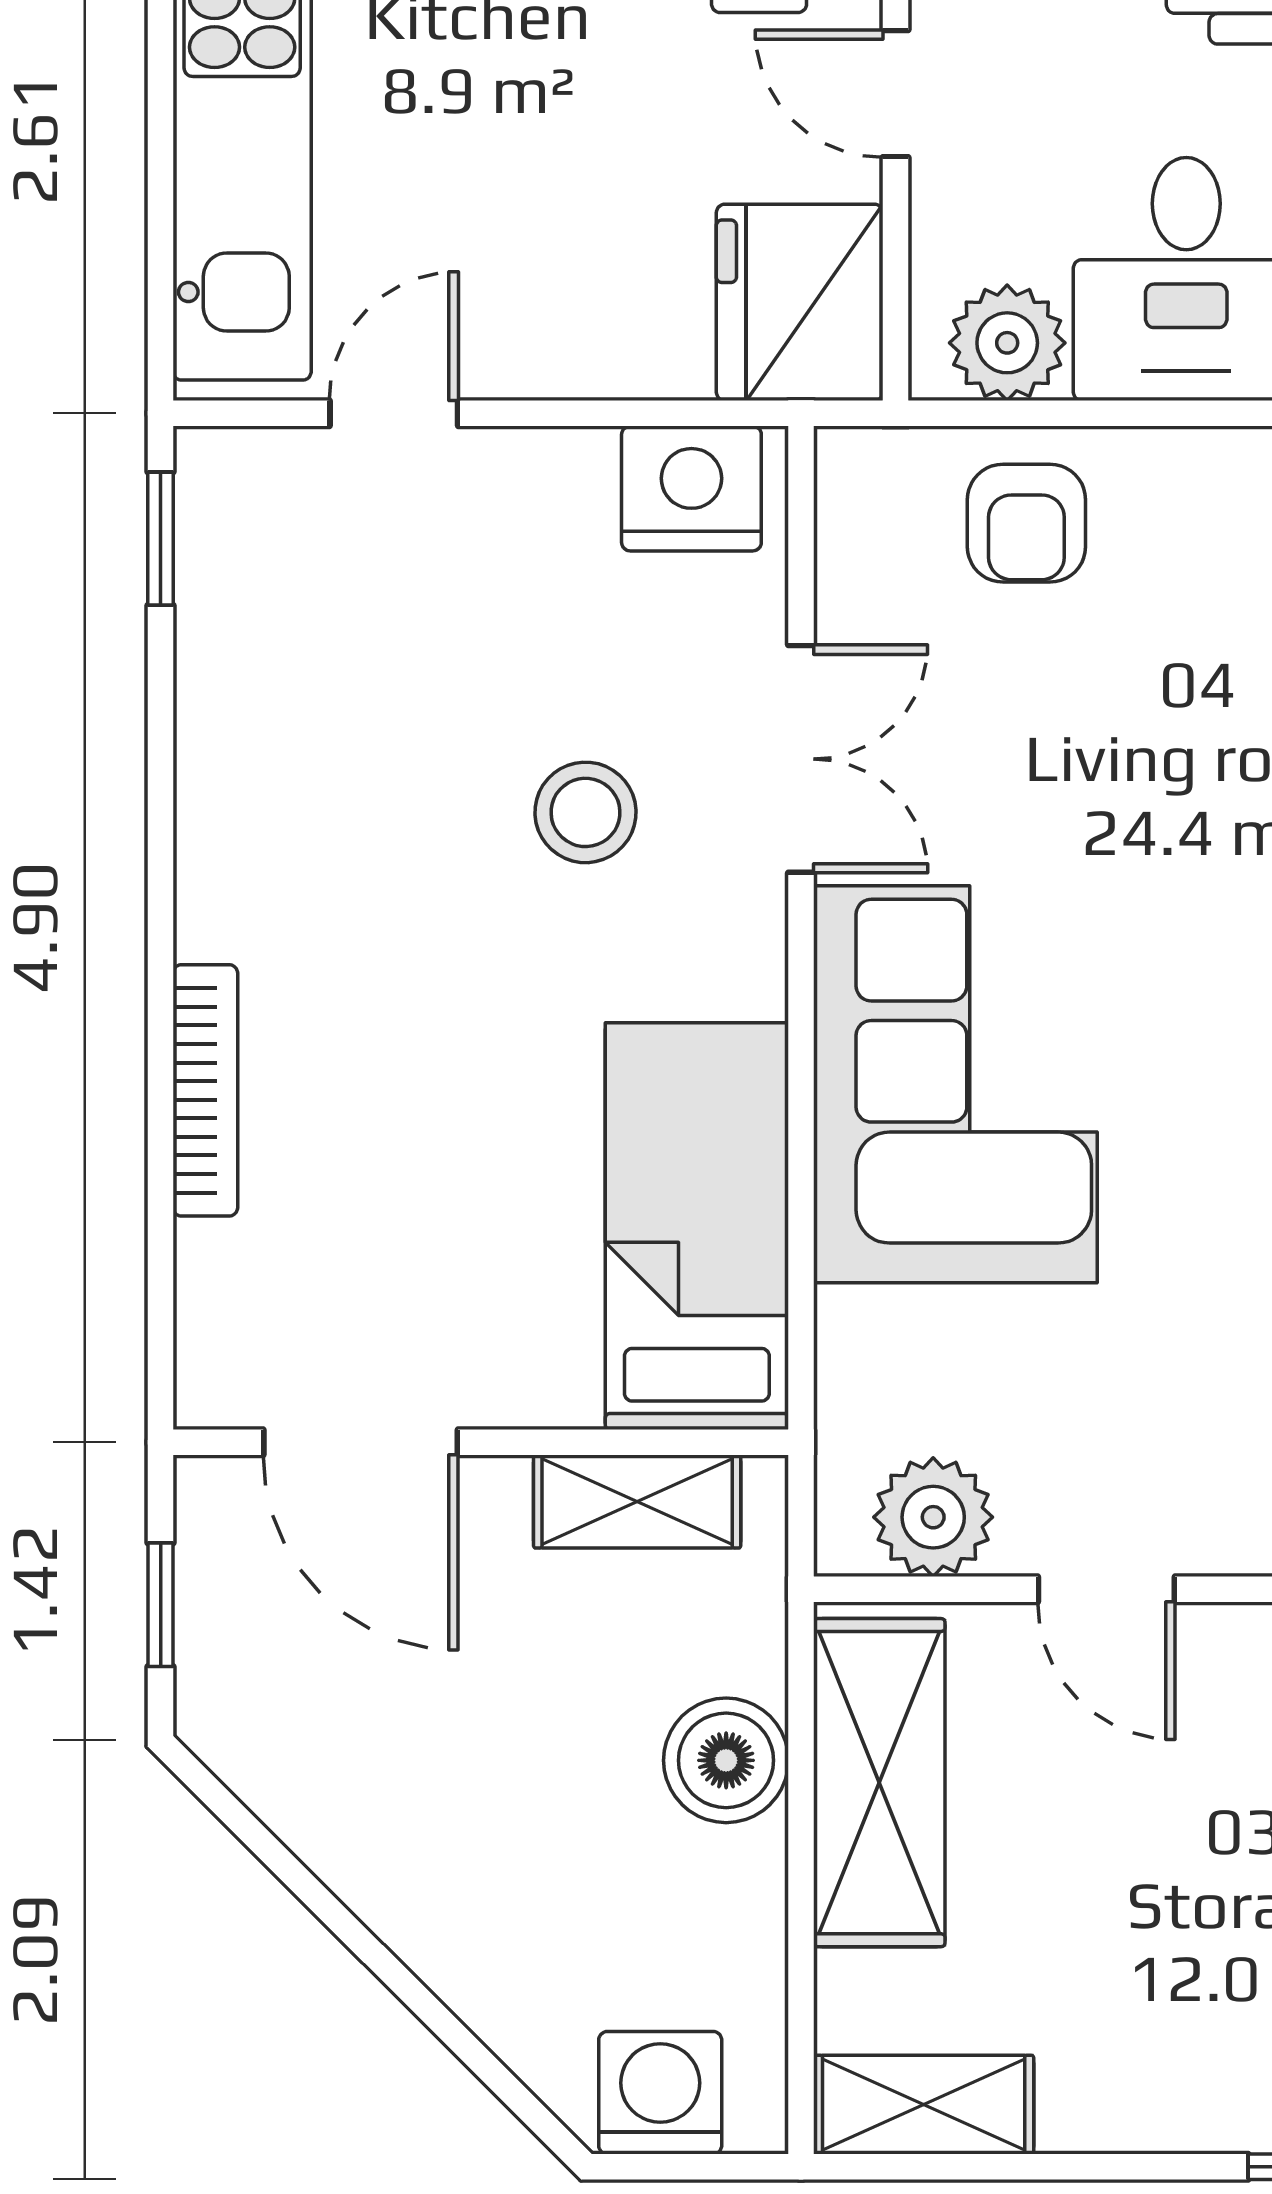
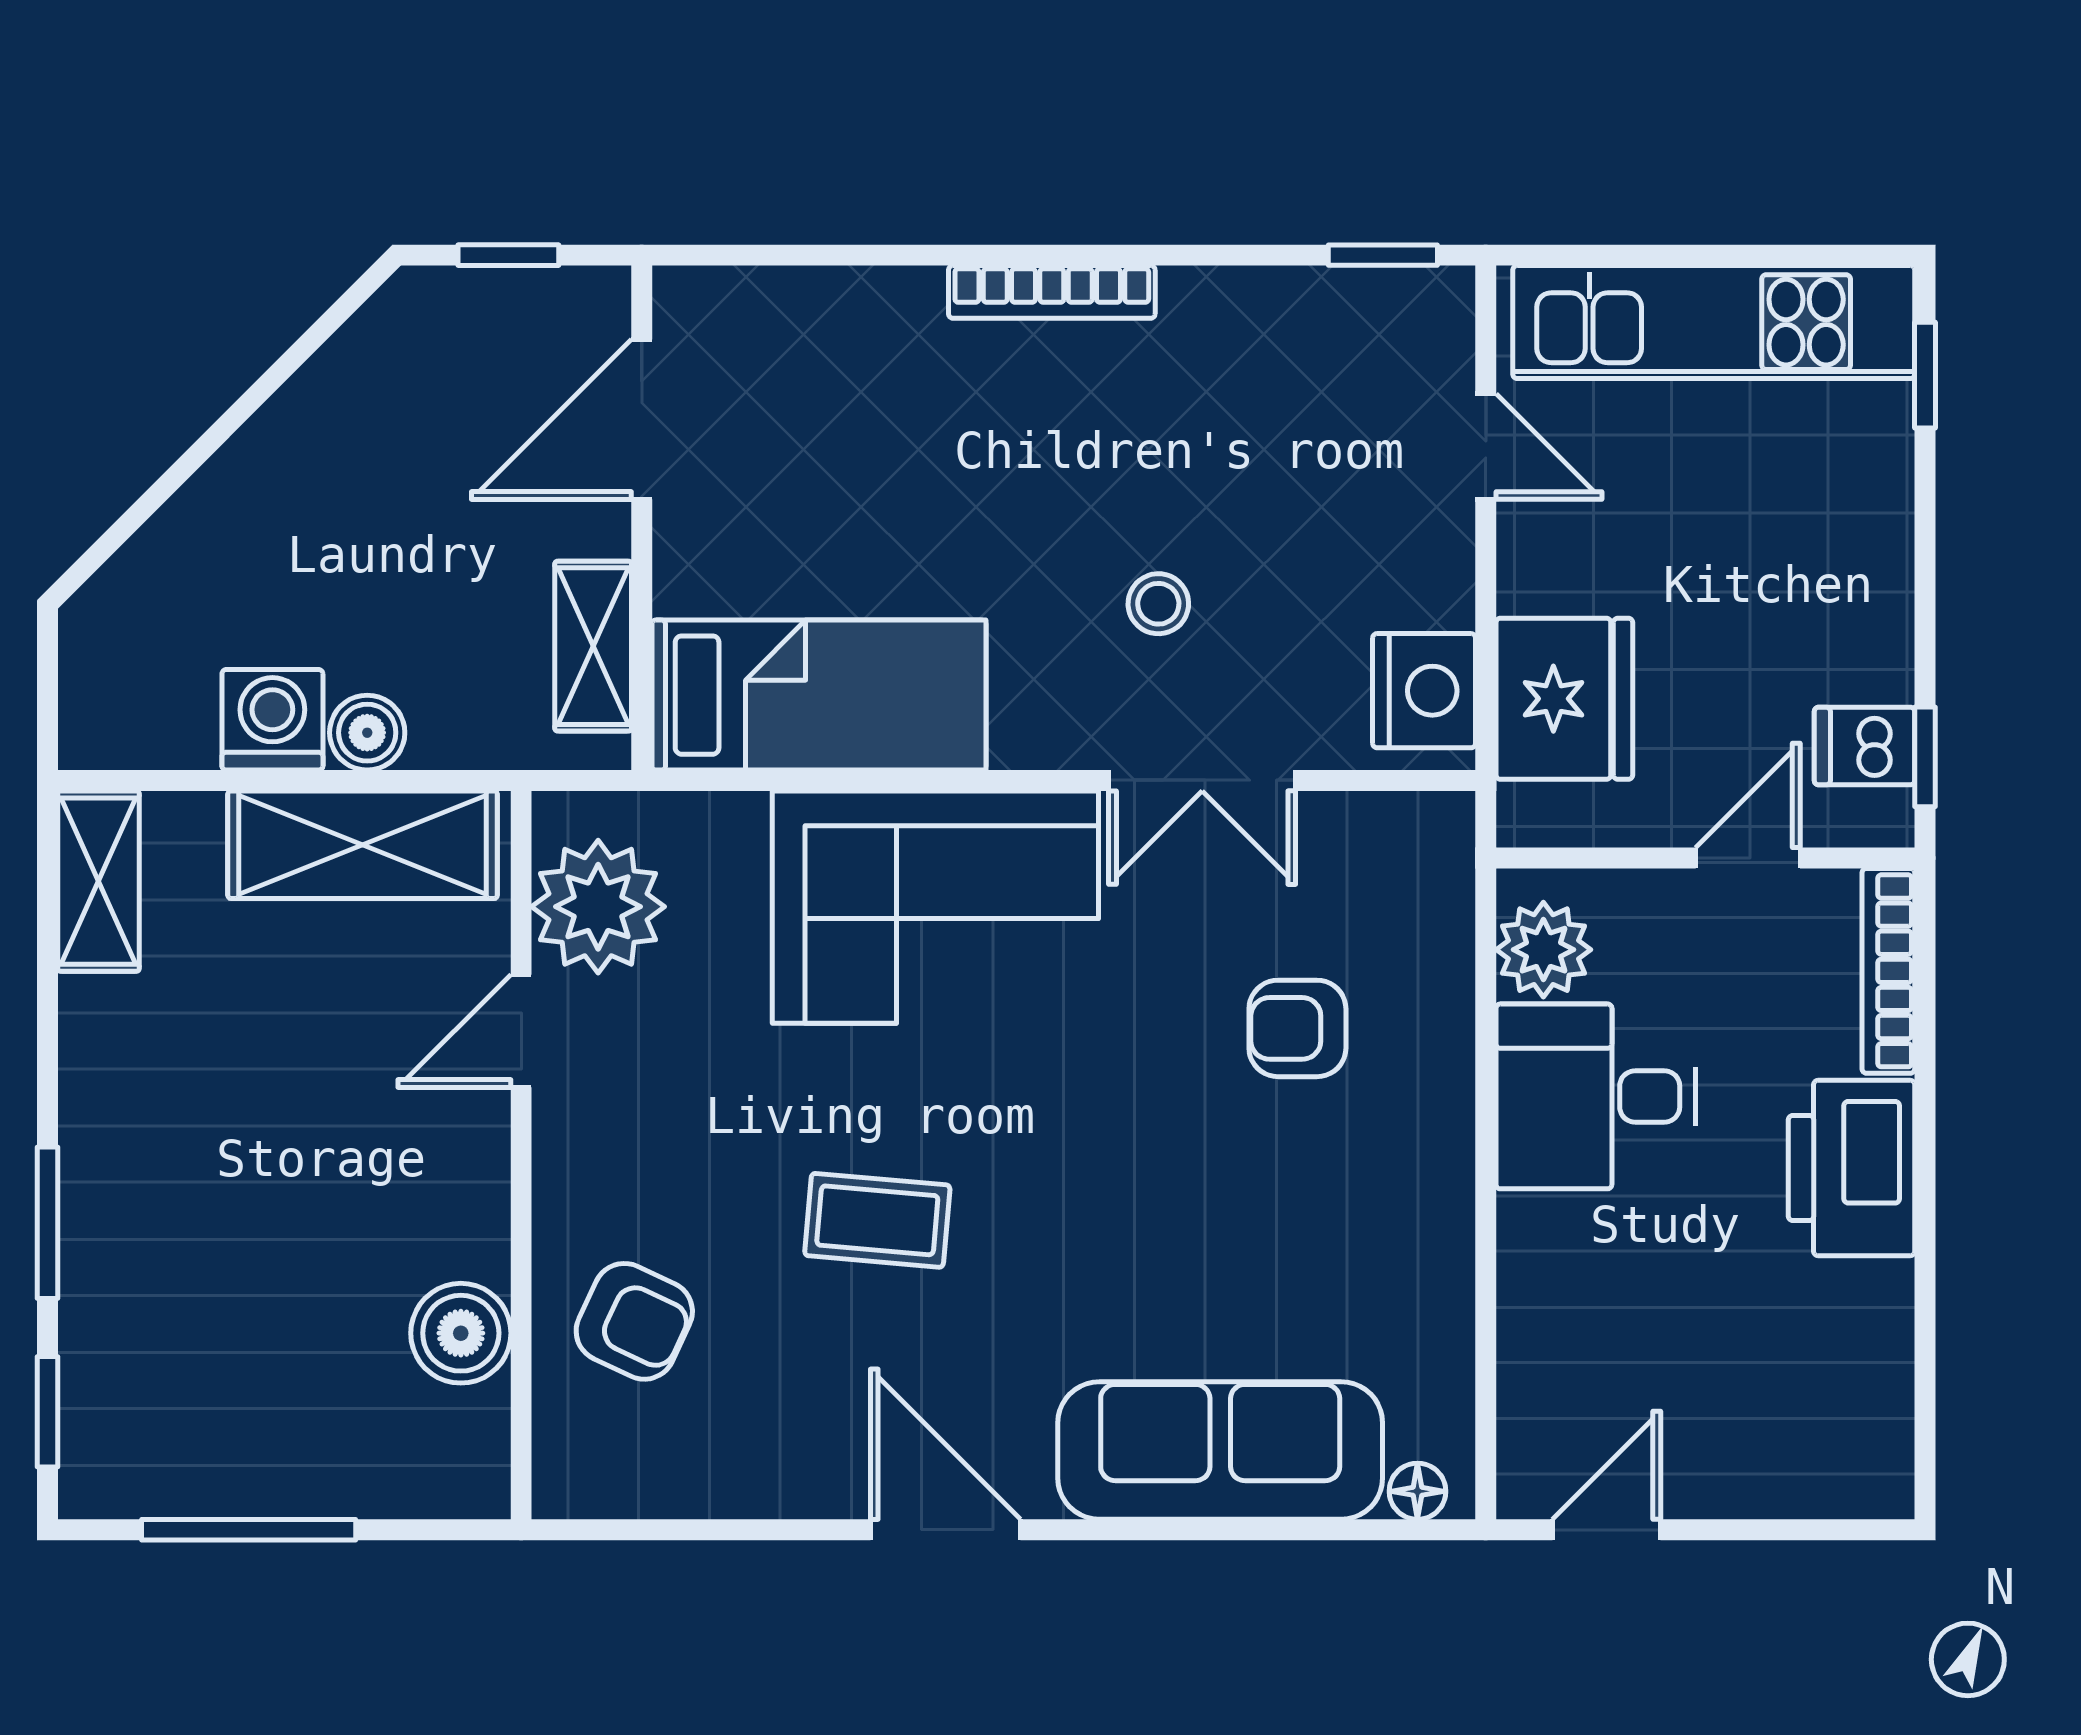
fridge: (800, 302) -> (1564, 699), moved, turned 90
armchair: (1026, 523) -> (1297, 1028), moved
stool: (585, 812) -> (1158, 604), width x0.73, depth x0.73
bookcase: (205, 1090) -> (1052, 292), moved
plant: (933, 1517) -> (598, 907), width x1.36, depth x1.36
boiler: (726, 1760) -> (367, 733), width x0.73, depth x0.73
washing machine: (660, 2093) -> (272, 720), moved, turned -90

